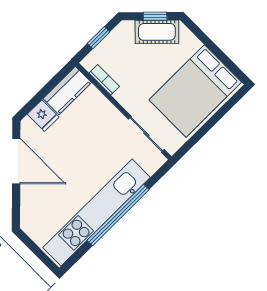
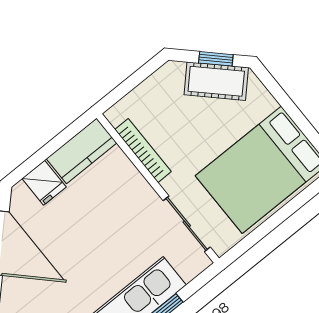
window: (99, 38) -> (133, 81), removed
bookcase: (104, 80) -> (143, 151), width x1.56

